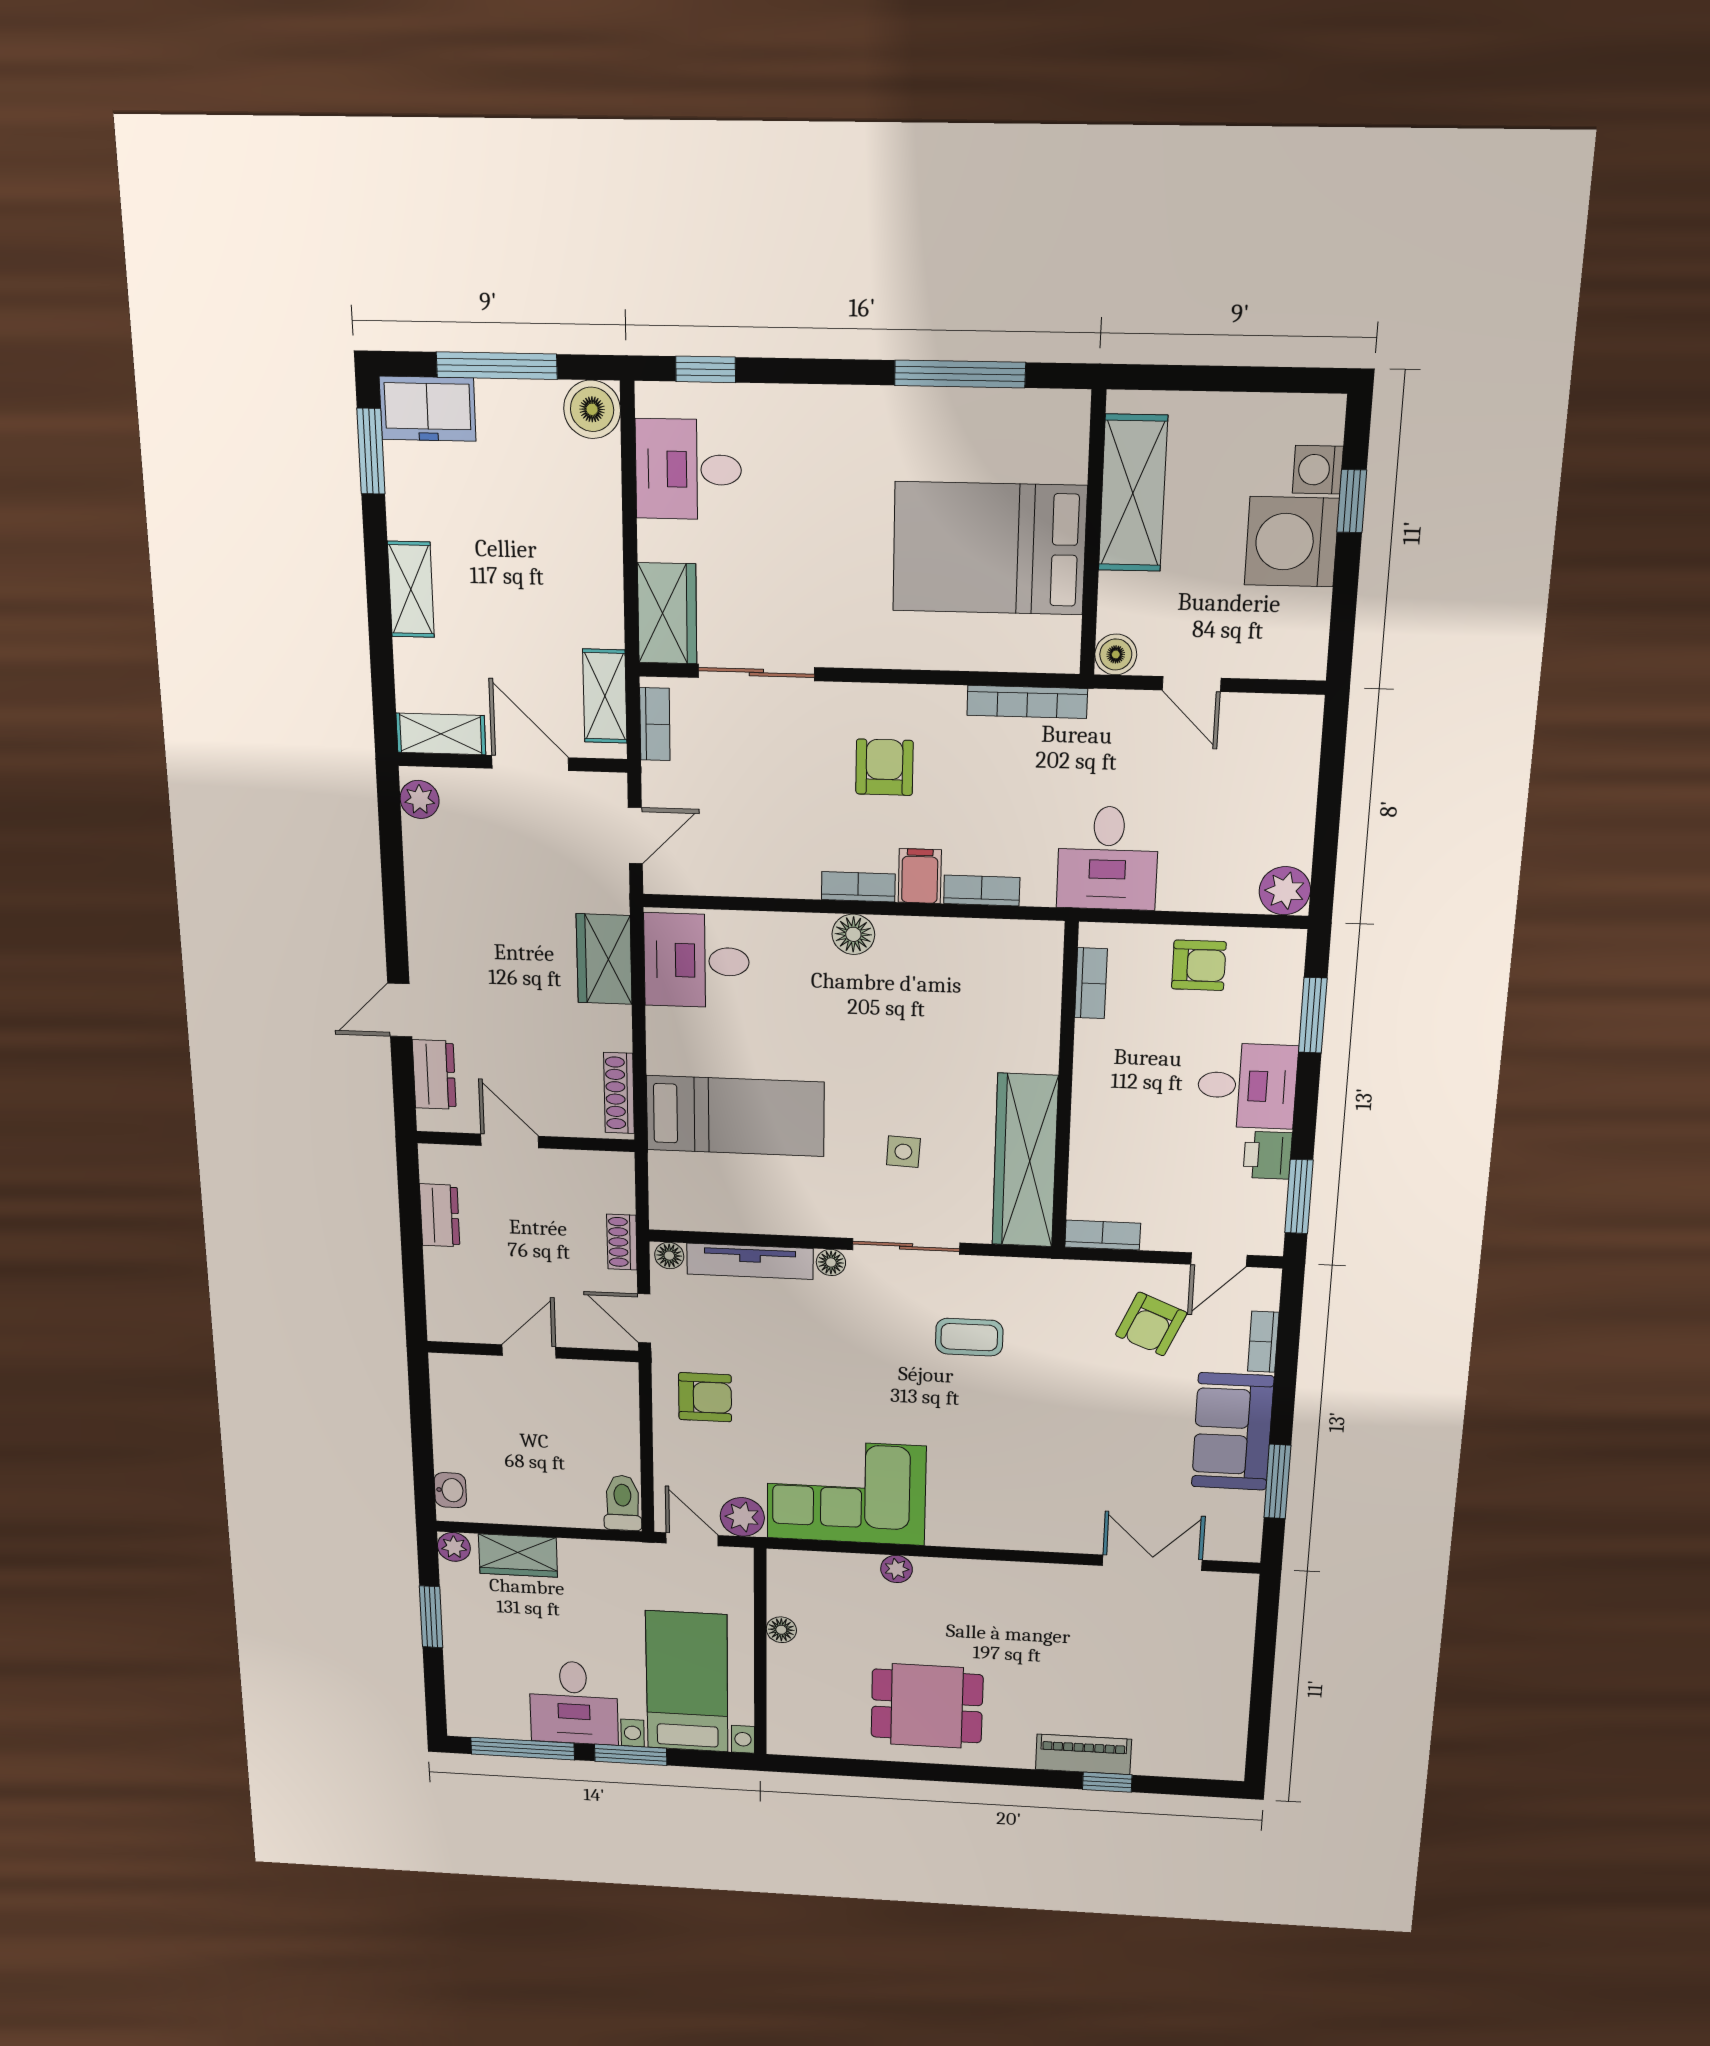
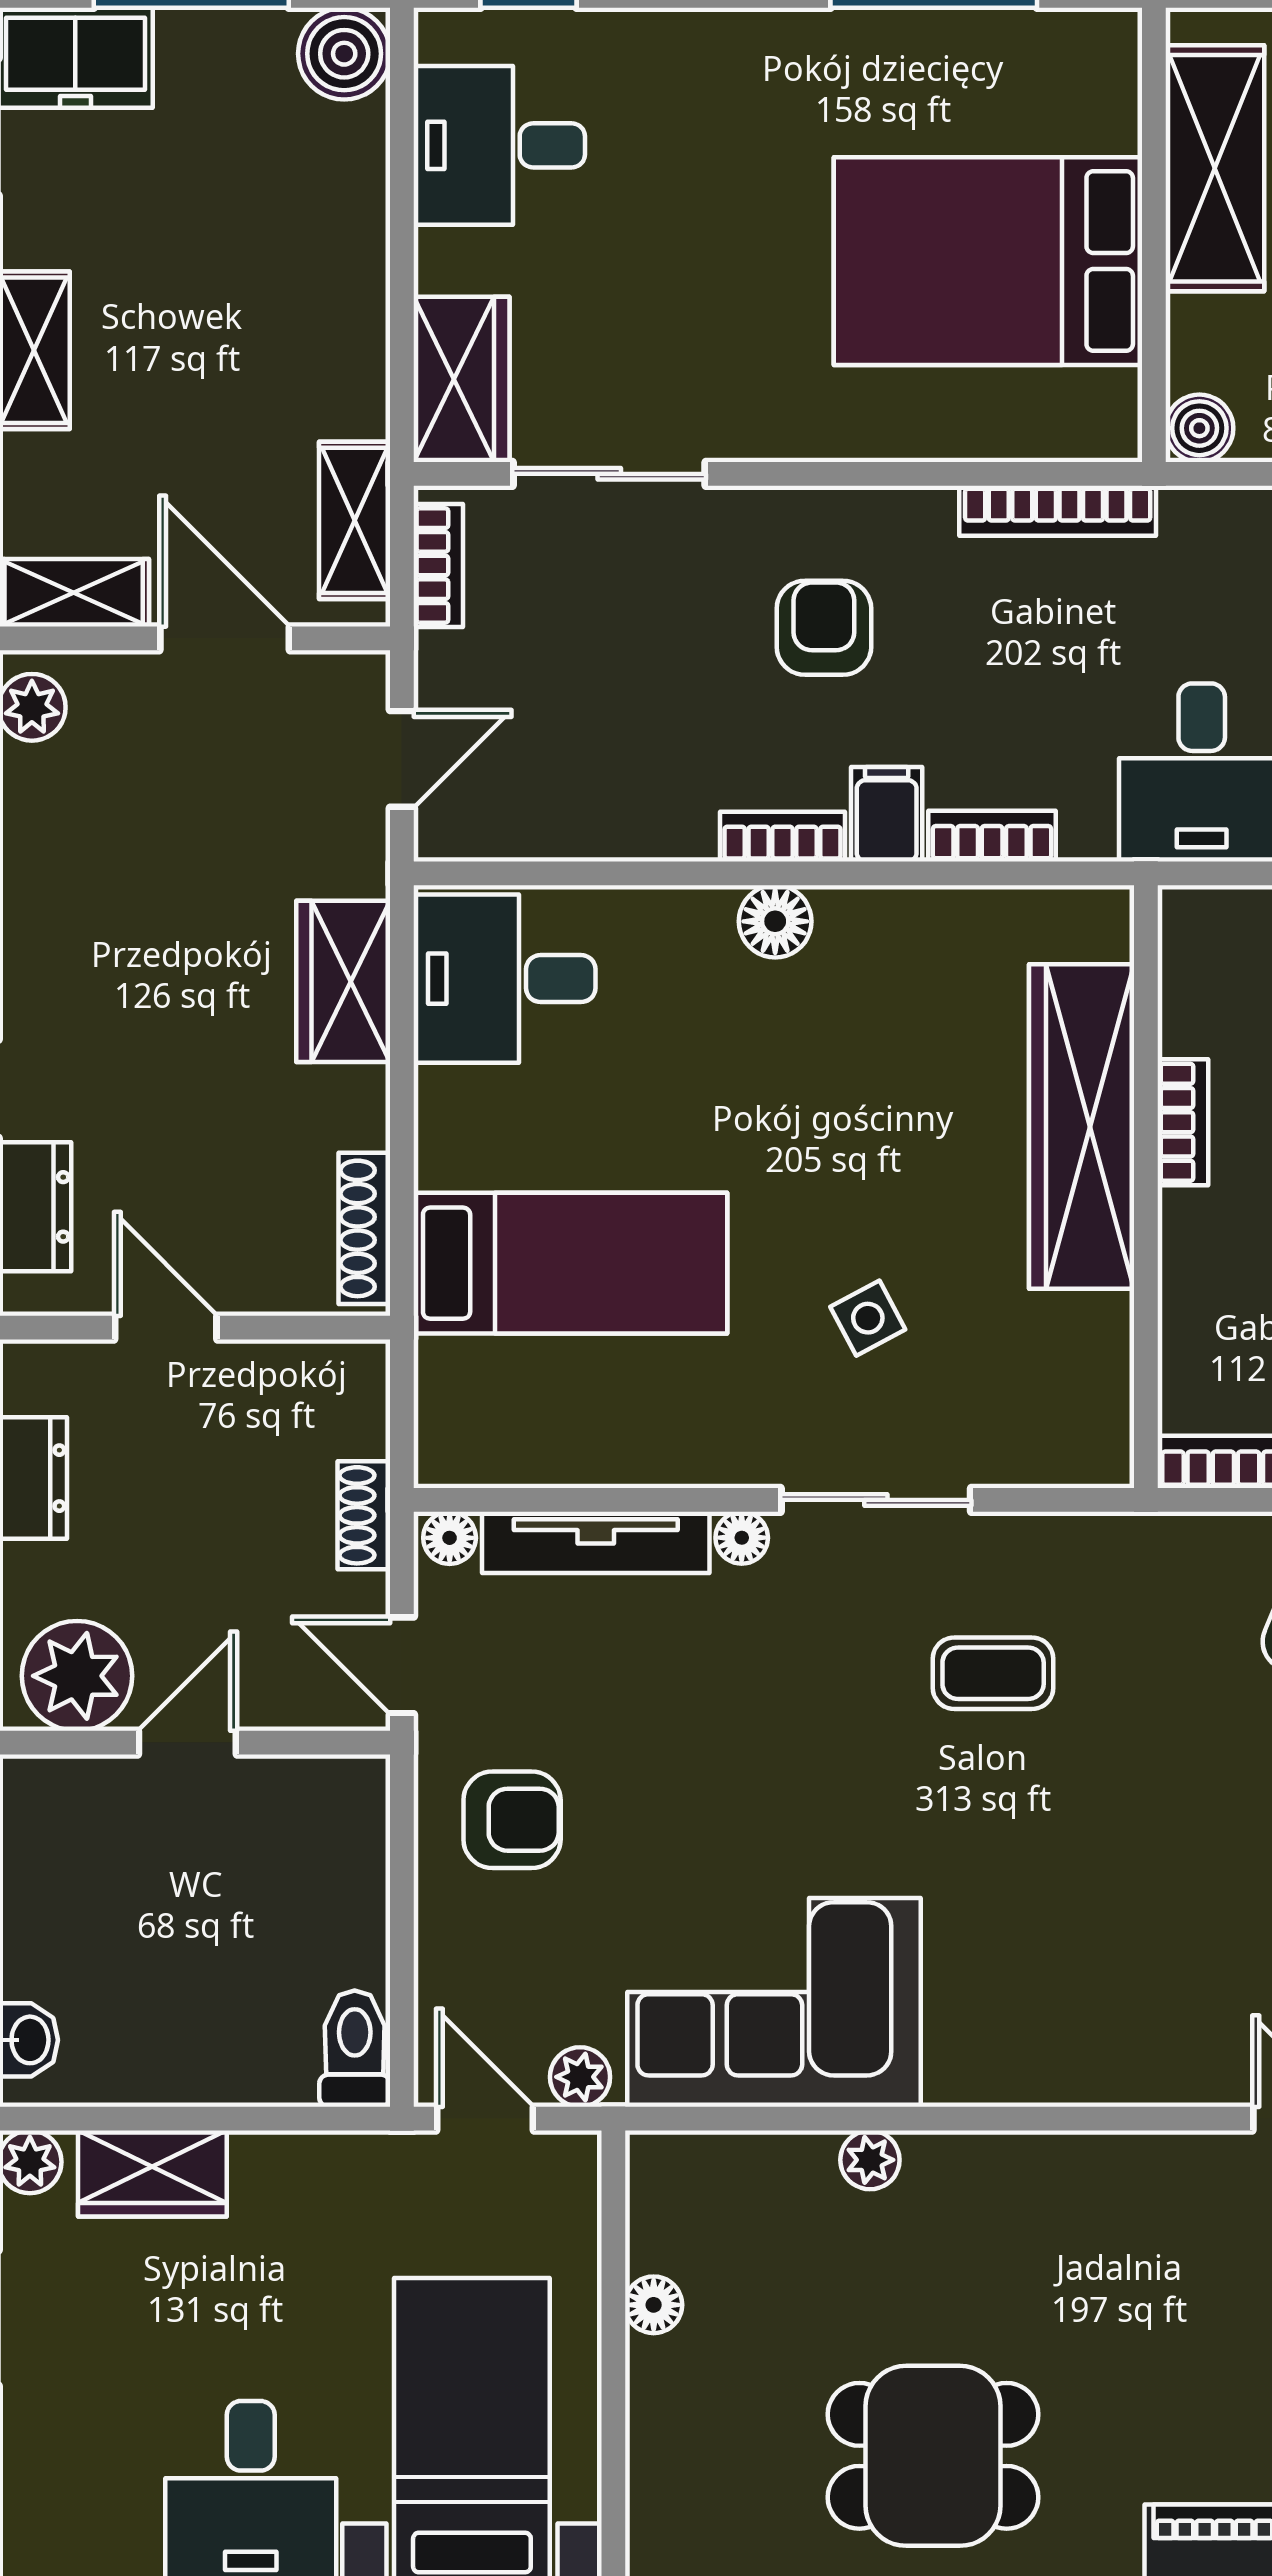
bookcase: (1091, 983) -> (1183, 1122), moved
side table: (903, 1152) -> (868, 1318), turned -31
wardrobe: (1025, 1161) -> (1082, 1126), moved
plant: (468, 1316) -> (77, 1676), added
plant: (742, 1517) -> (580, 2077), width x0.73, depth x0.73

